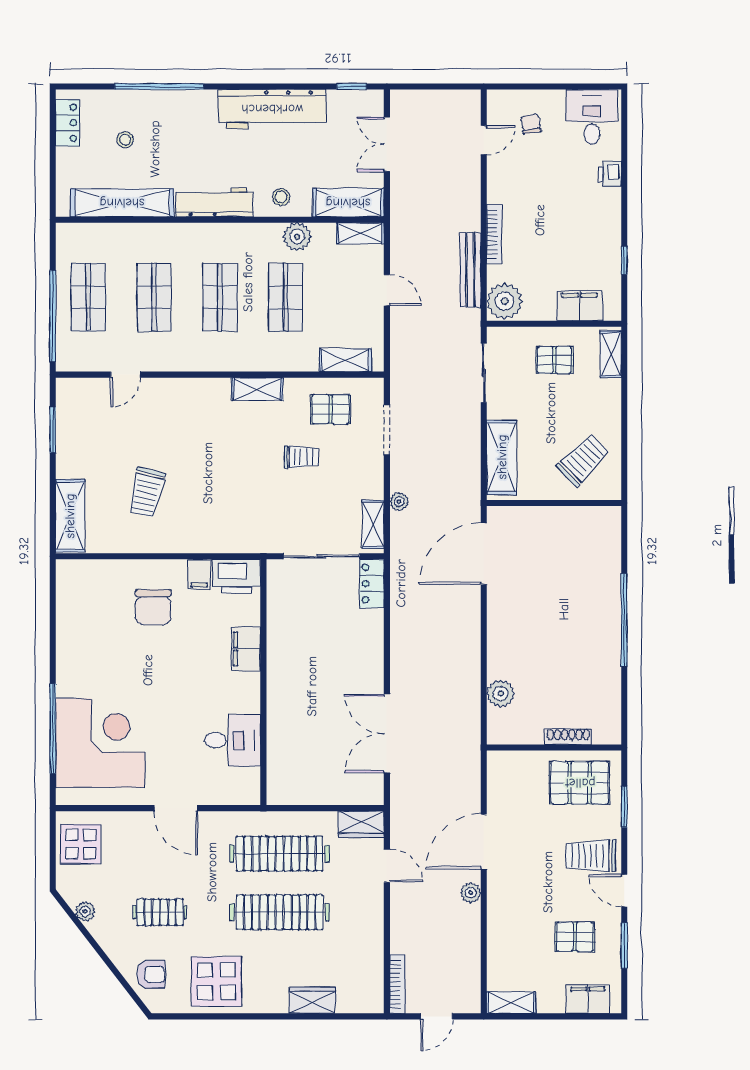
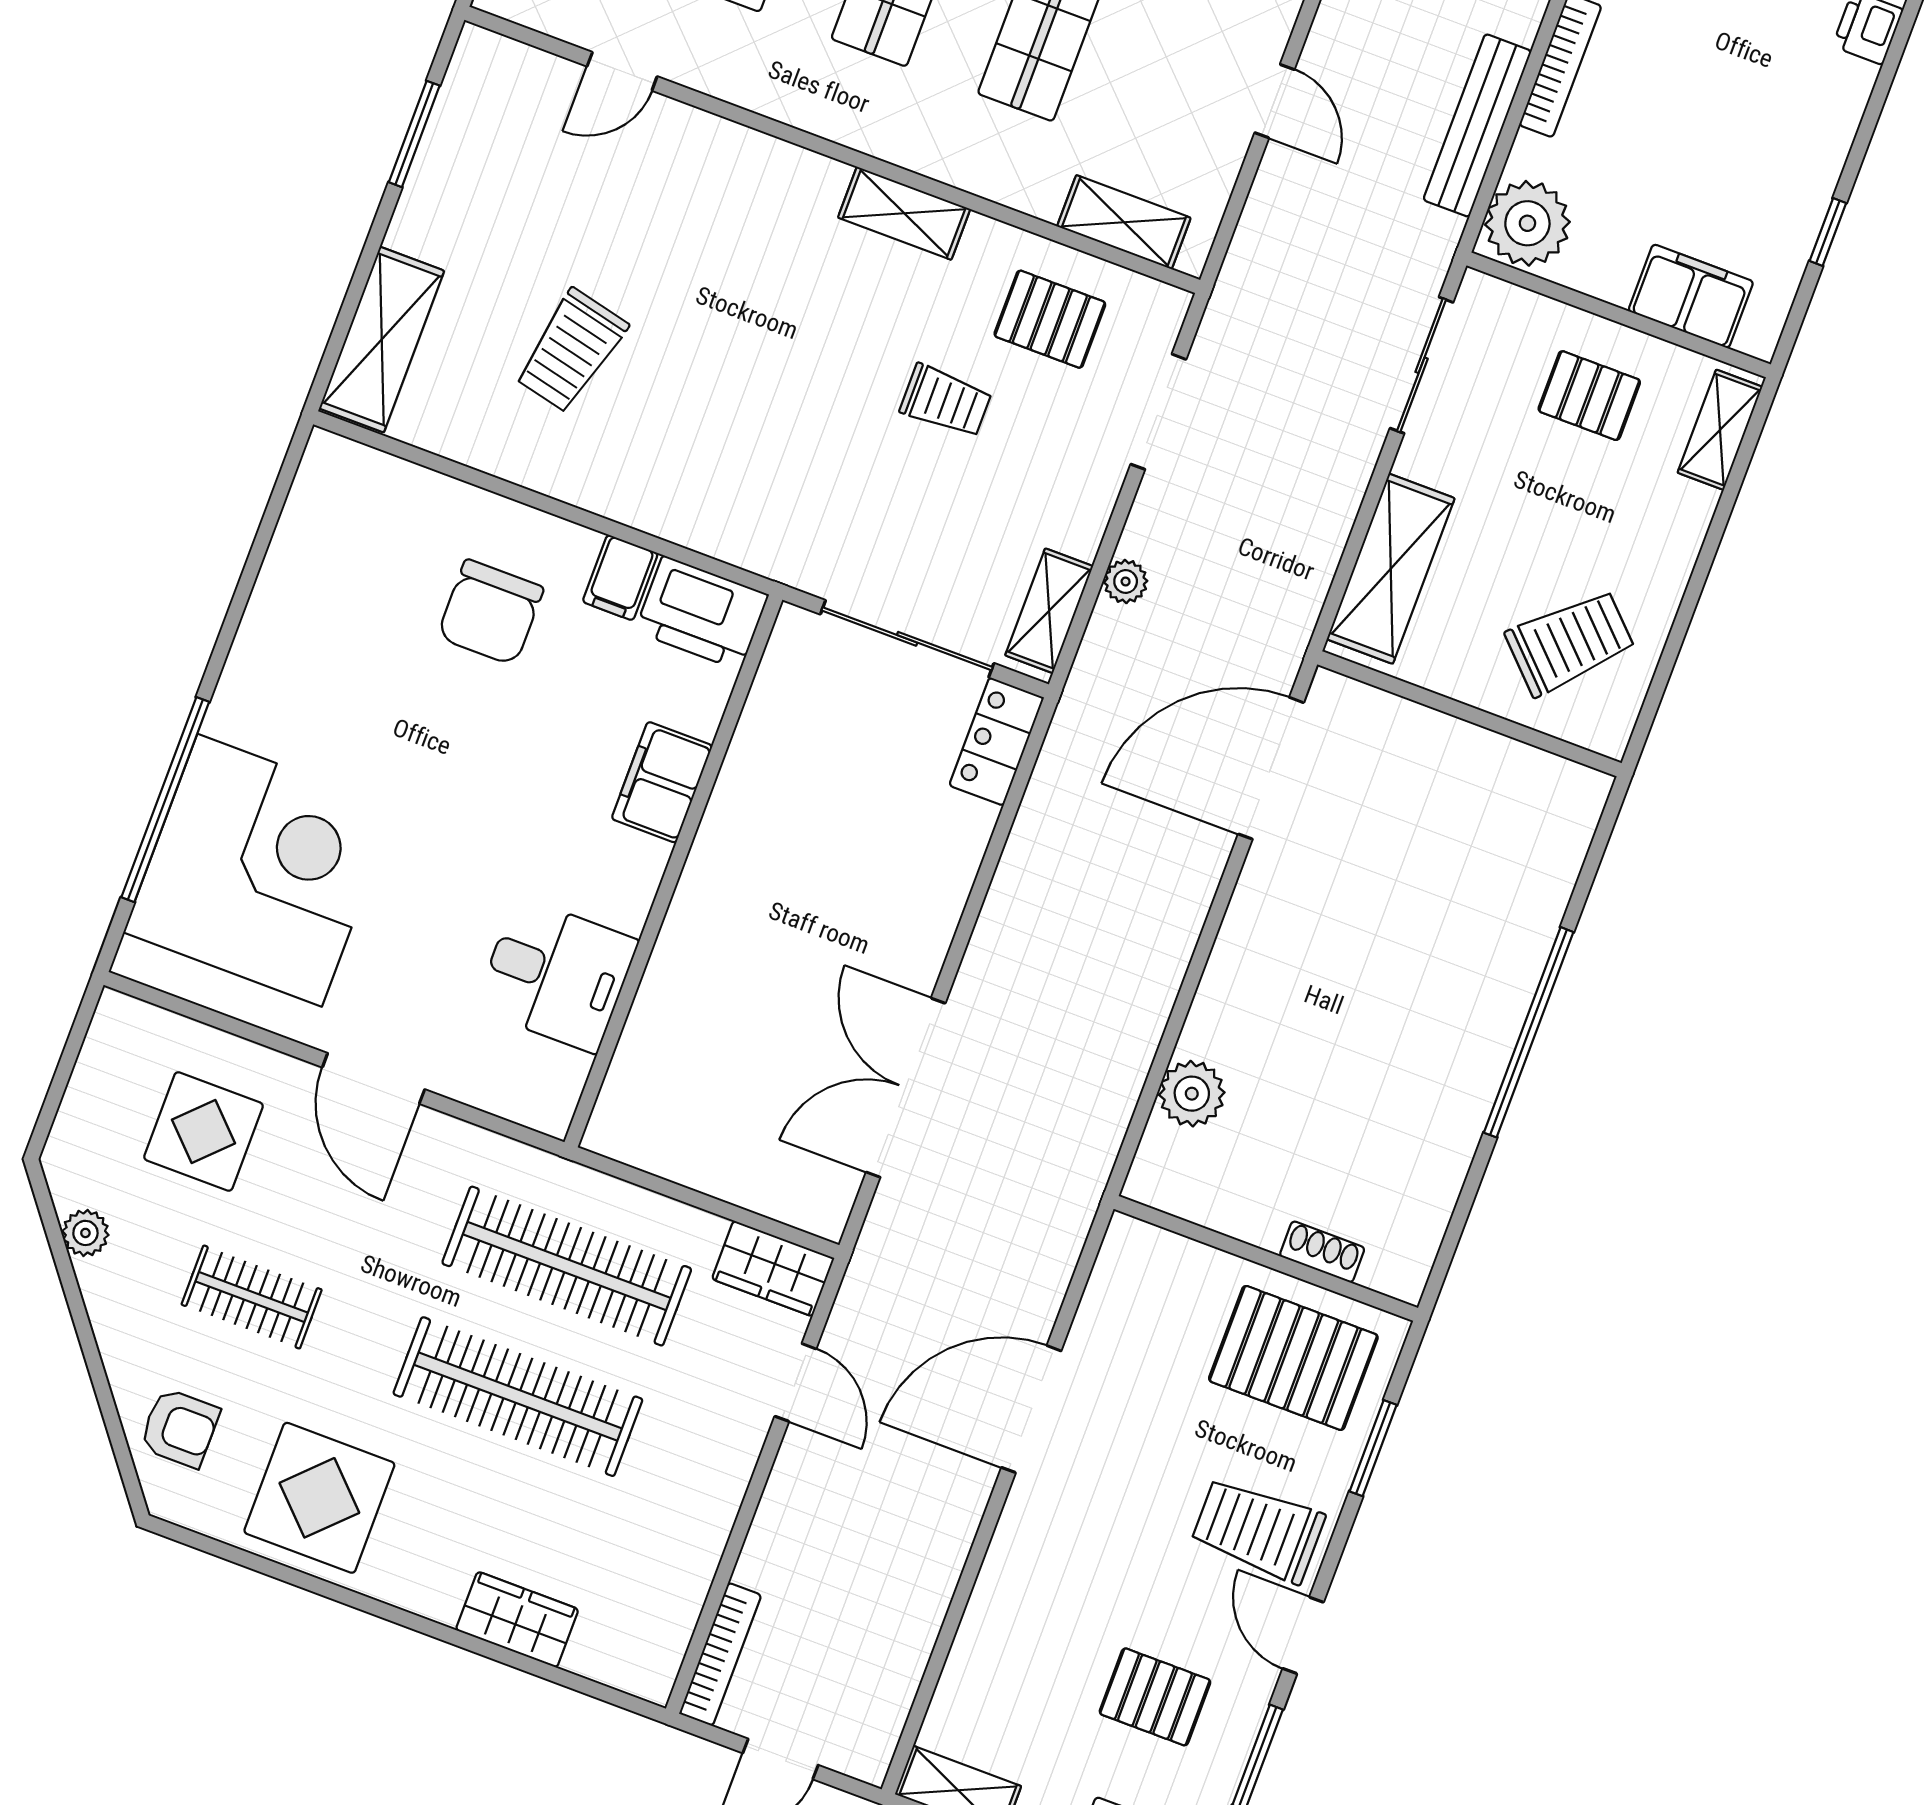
shoe rack: (568, 737) -> (1322, 1252), width x0.70
display table: (81, 844) -> (203, 1131), moved
plant: (471, 893) -> (960, 1512), removed

